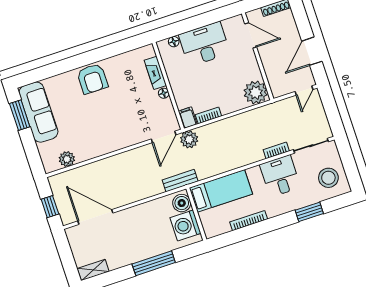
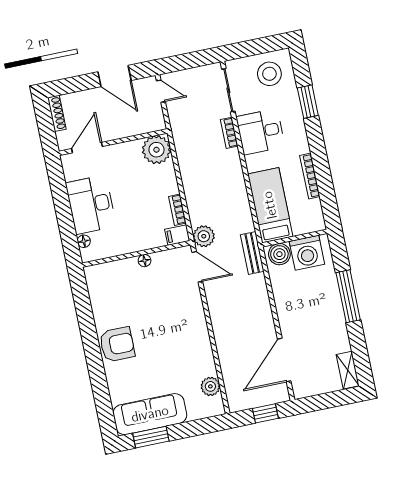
fireplace: (155, 73) -> (119, 268), removed

